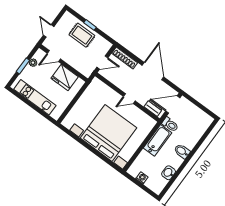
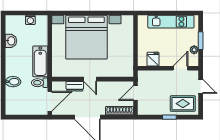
rug: (82, 35) -> (183, 104), moved
fridge: (65, 78) -> (153, 59), width x0.53, depth x0.75
door: (129, 99) -> (90, 79), swing flipped
dresser: (153, 108) -> (75, 86), moved
bidet: (182, 151) -> (13, 82), moved

